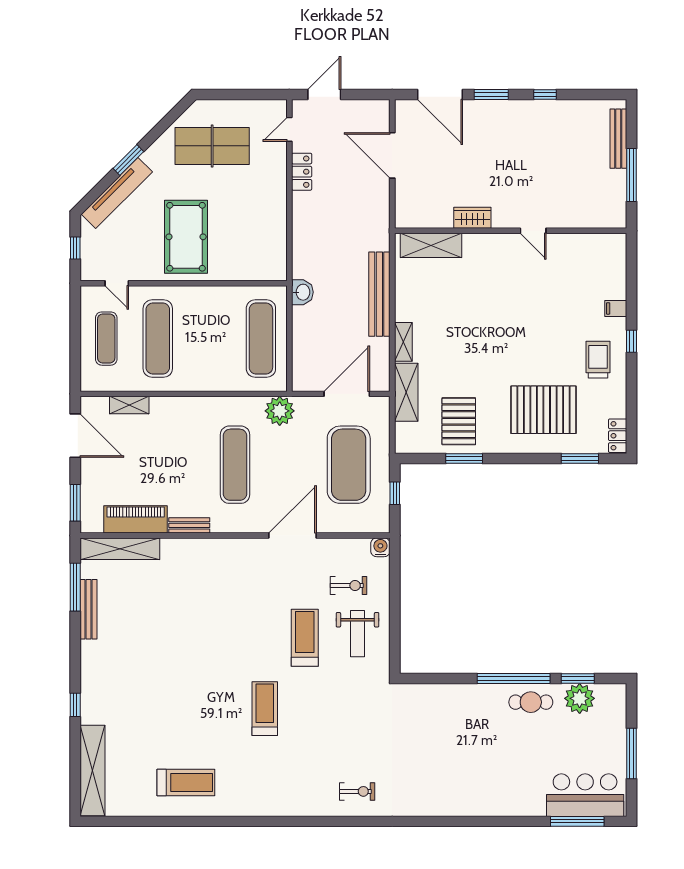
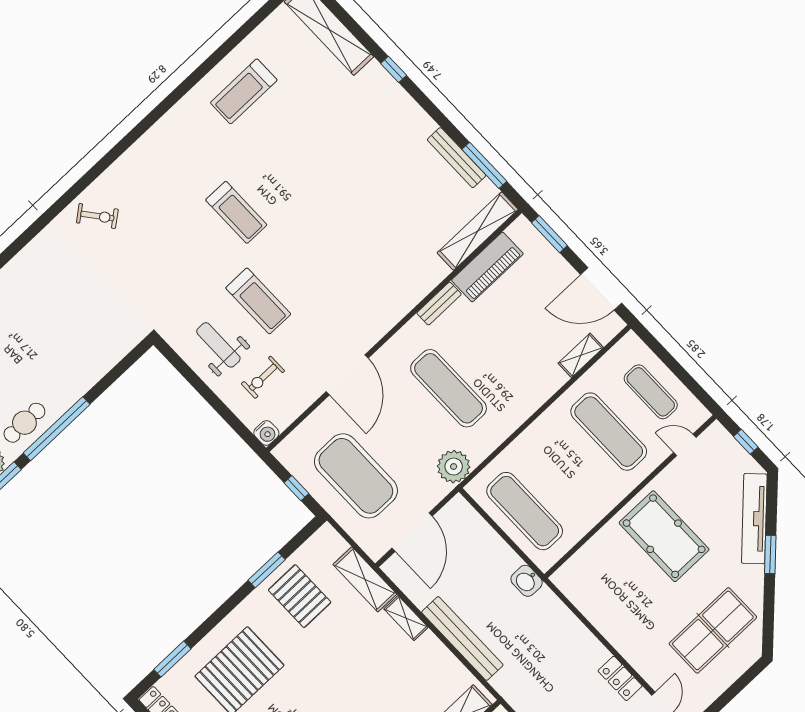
exercise bike: (357, 791) -> (97, 216), turned -128

